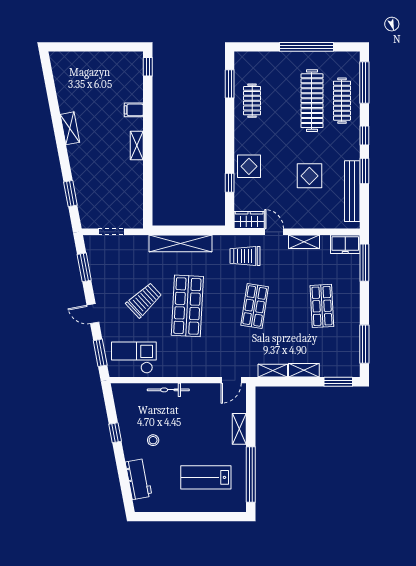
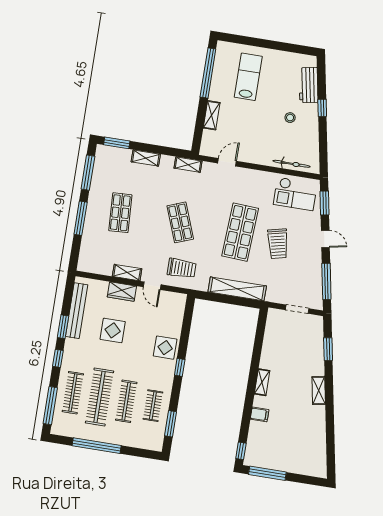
window: (115, 47) -> (267, 473), added
clothes rail: (282, 101) -> (126, 401), added
shelving: (70, 128) -> (319, 390), moved
window: (230, 183) -> (180, 367), moved
wardrobe: (249, 220) -> (122, 292), moved
freezer: (345, 244) -> (91, 264), removed
window: (364, 263) -> (81, 218), moved
window: (84, 267) -> (326, 281), width x1.44
trolley: (144, 300) -> (278, 244), turned -60
shop shelf: (255, 306) -> (180, 222), turned -30
shelving: (273, 371) -> (188, 165), moved
door: (231, 380) -> (227, 162), moved
bicycle: (168, 390) -> (292, 164), moved
window: (115, 433) -> (322, 108), moved
lab bench: (206, 477) -> (248, 77), turned -90

